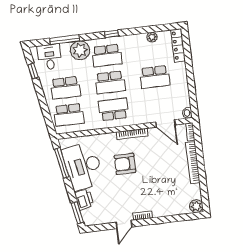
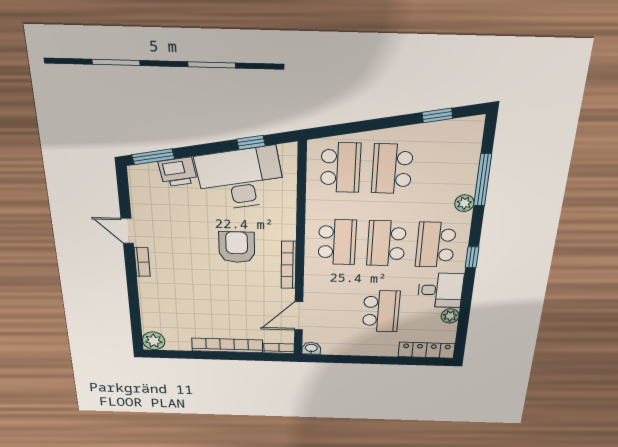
plant: (80, 50) -> (464, 203), width x0.53, depth x0.53
desk: (50, 57) -> (440, 290), moved
school desk: (155, 77) -> (381, 311), turned 180
school desk: (69, 115) -> (340, 167), turned 180
window: (62, 163) -> (251, 143), width x0.46

